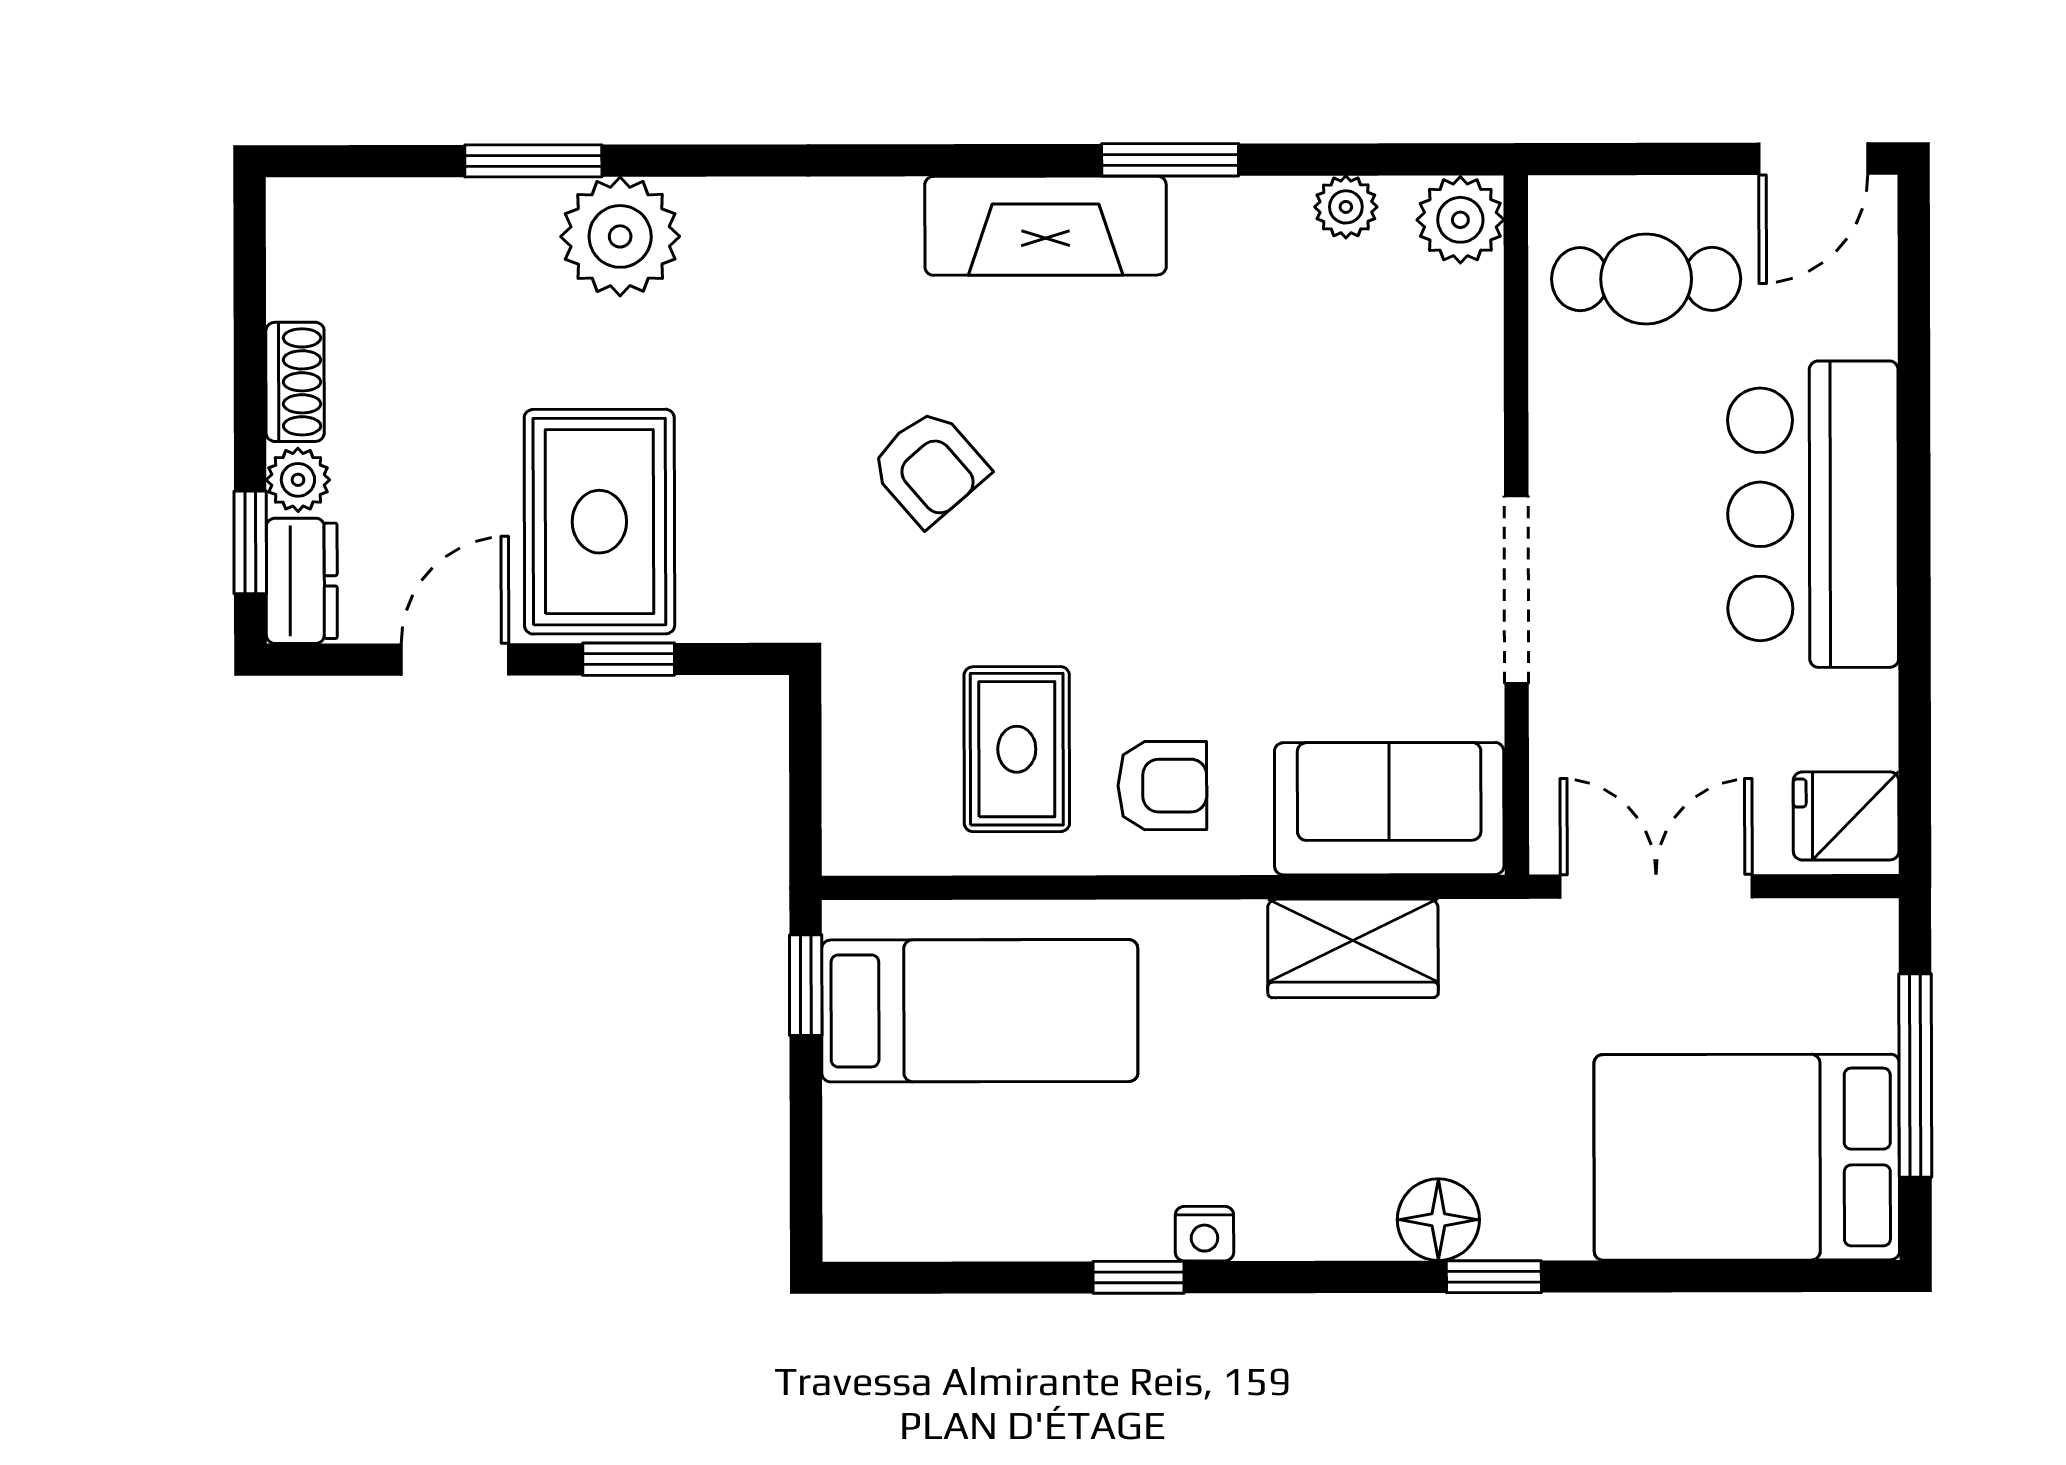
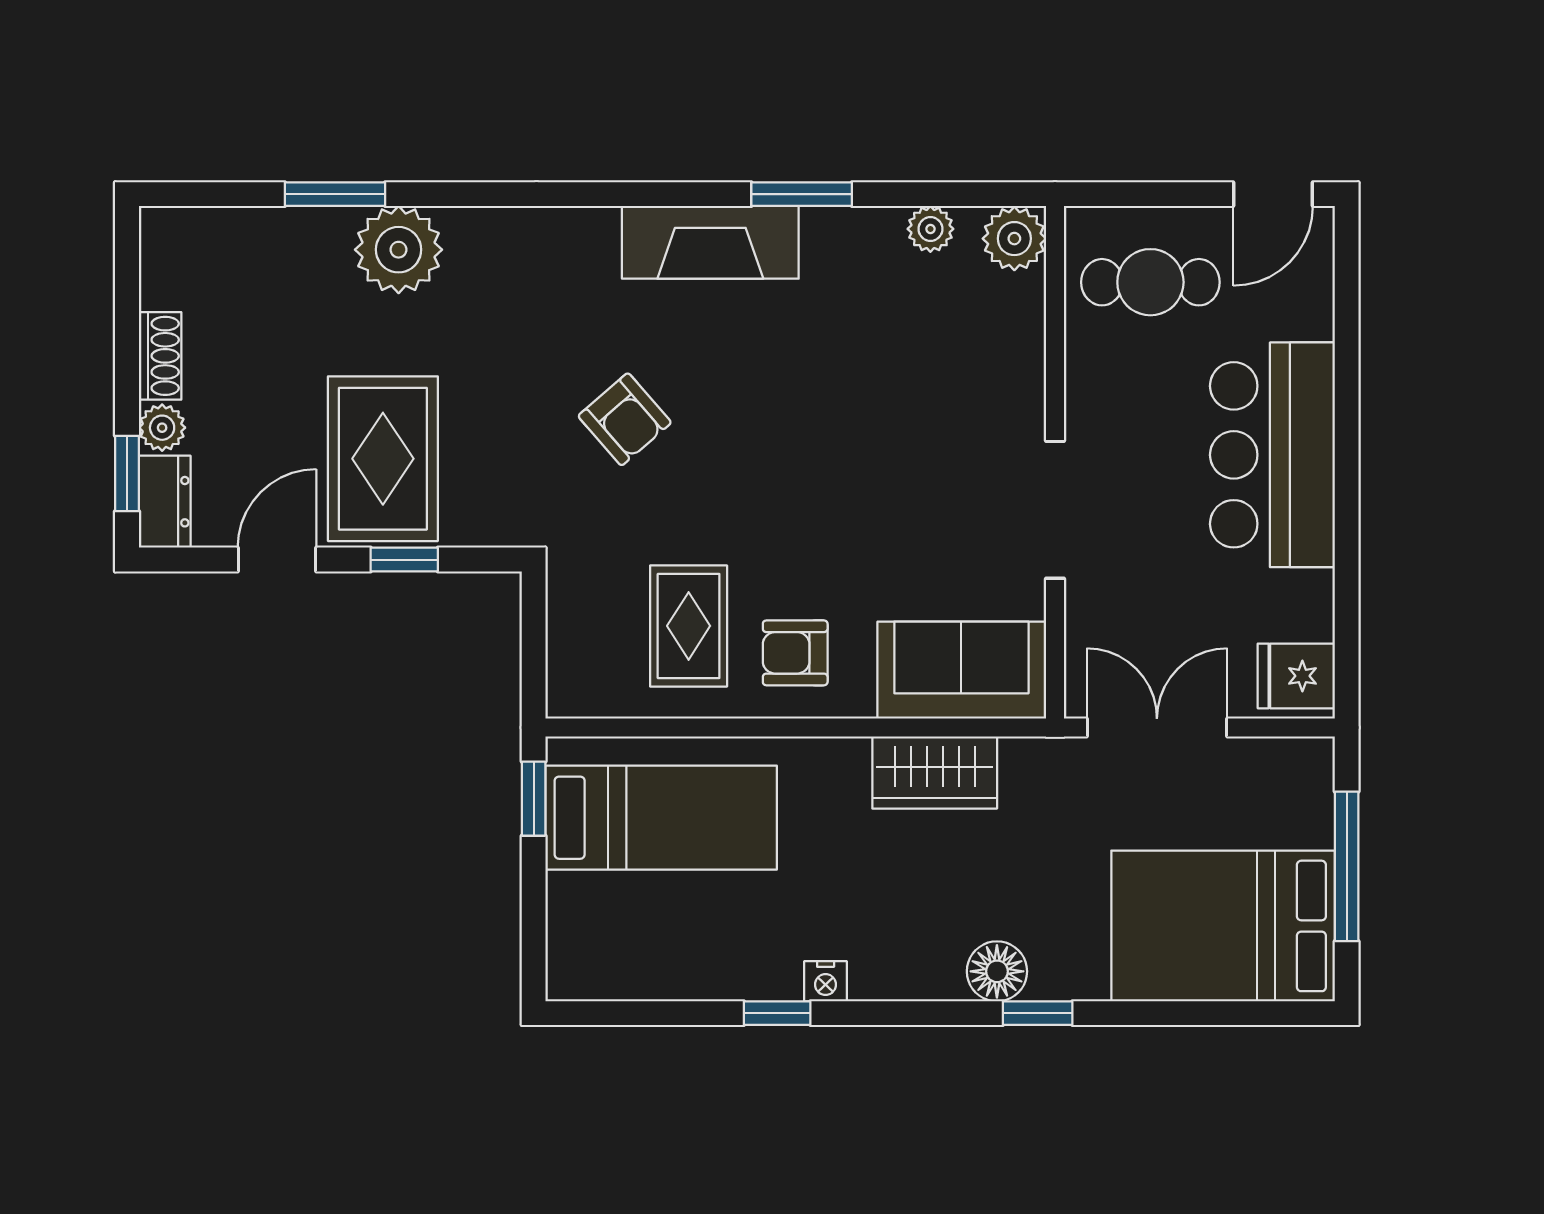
armchair: (1162, 786) -> (795, 653), turned 180

